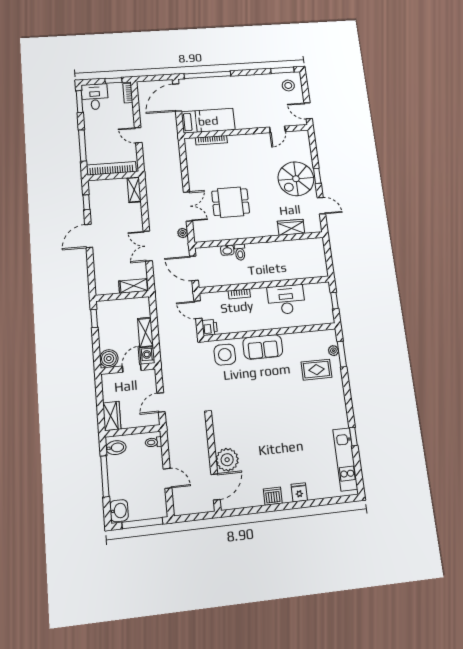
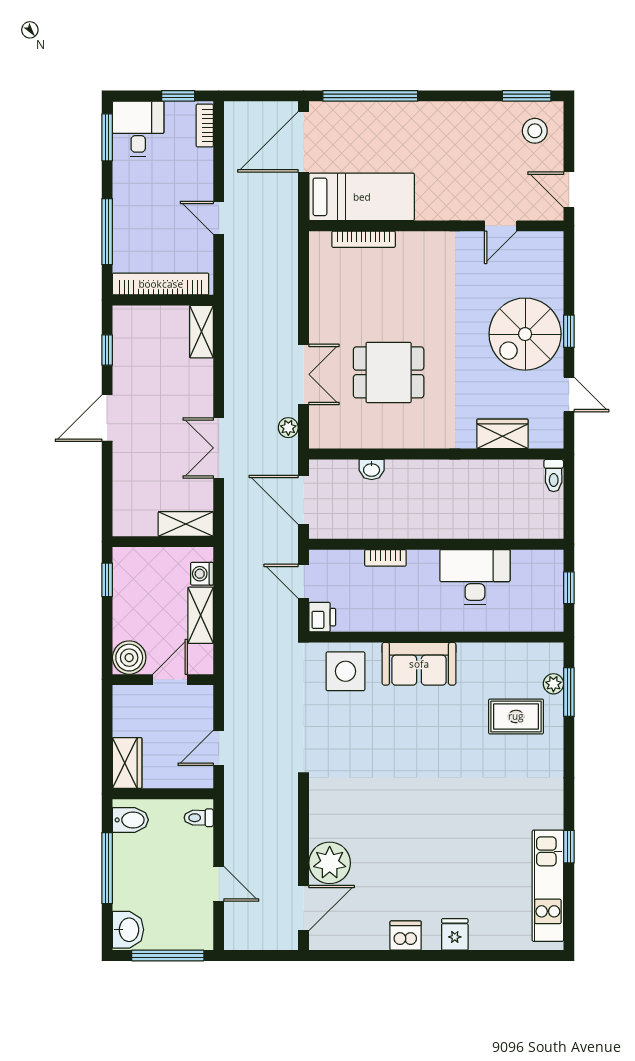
toilet: (240, 252) -> (554, 475), moved
washing machine: (148, 354) -> (202, 574), moved

